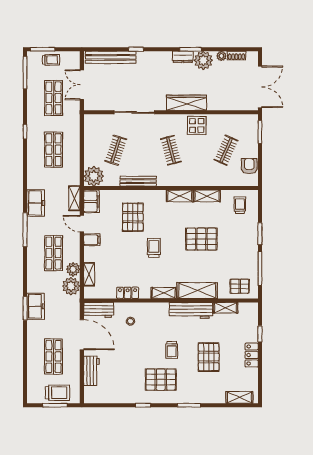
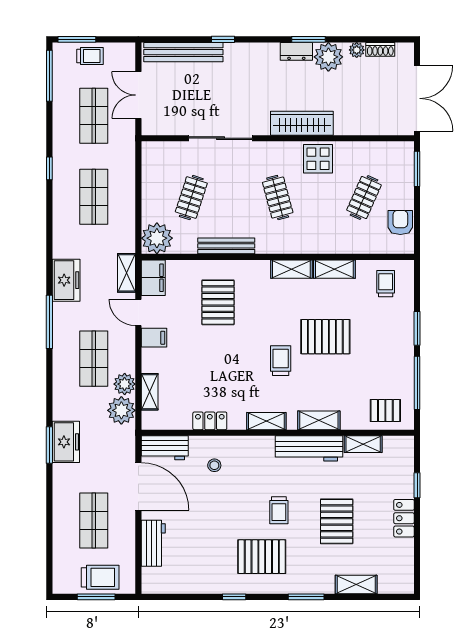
trolley: (154, 248) -> (281, 361), moved
shelving: (197, 291) -> (319, 420), width x0.67, depth x0.75
shelving: (239, 397) -> (356, 585), moved

